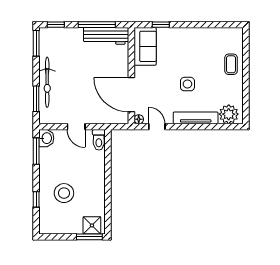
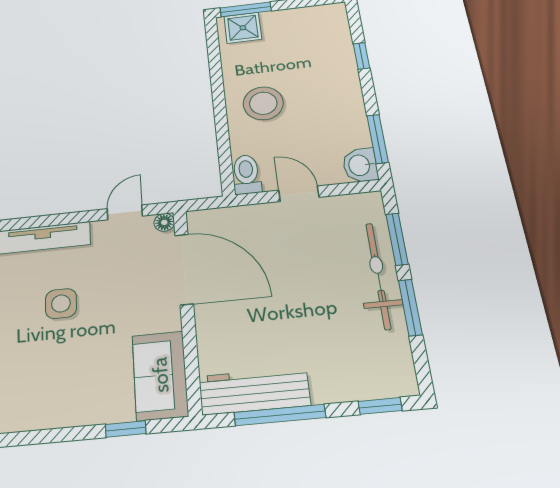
window: (36, 43) -> (410, 307), moved
door: (157, 127) -> (125, 212), swing flipped
stool: (64, 193) -> (263, 103), moved

